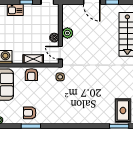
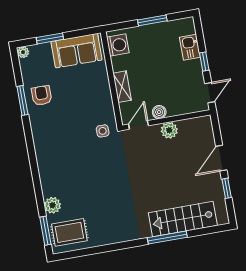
armchair: (31, 75) -> (98, 88), removed
plant: (103, 118) -> (53, 205), added

